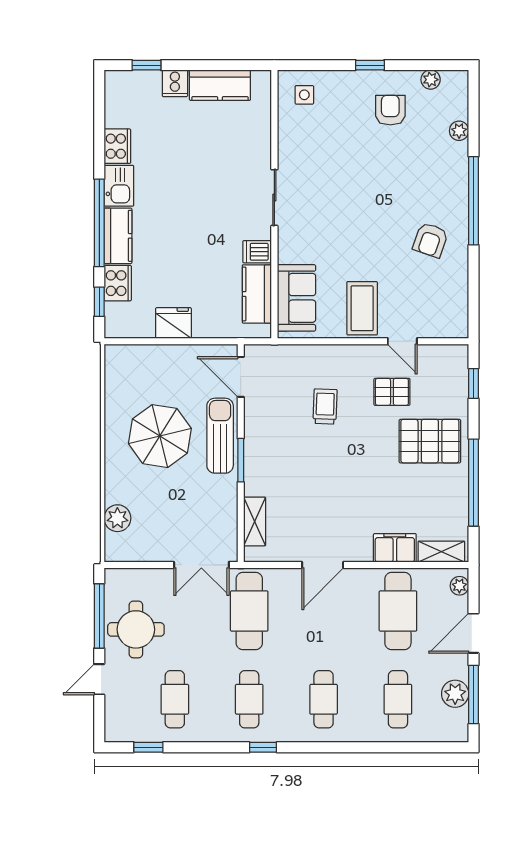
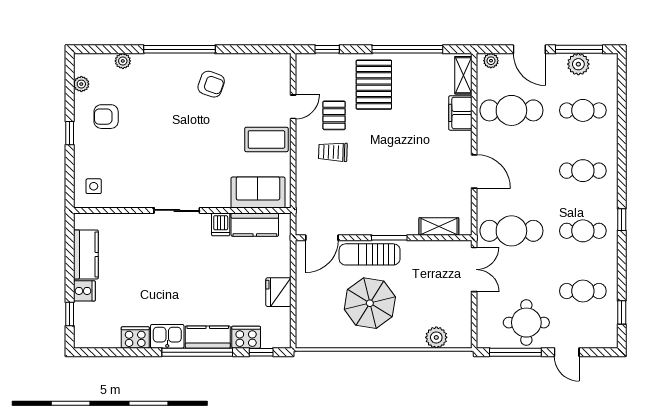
trolley: (325, 406) -> (333, 152), moved

